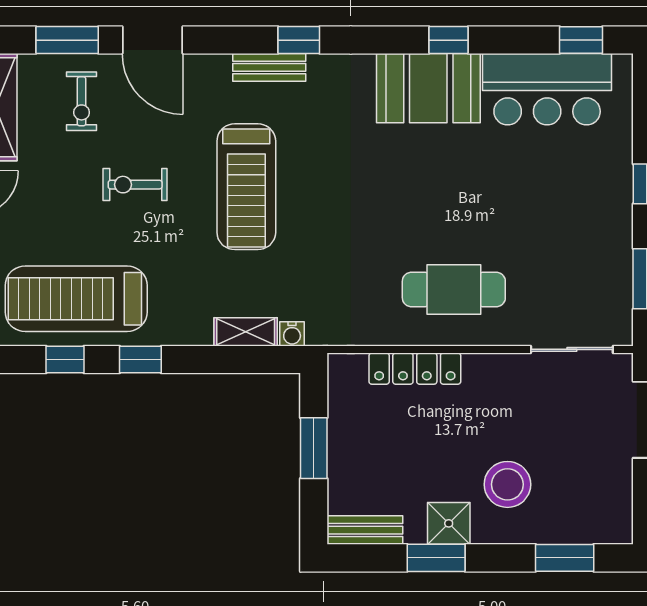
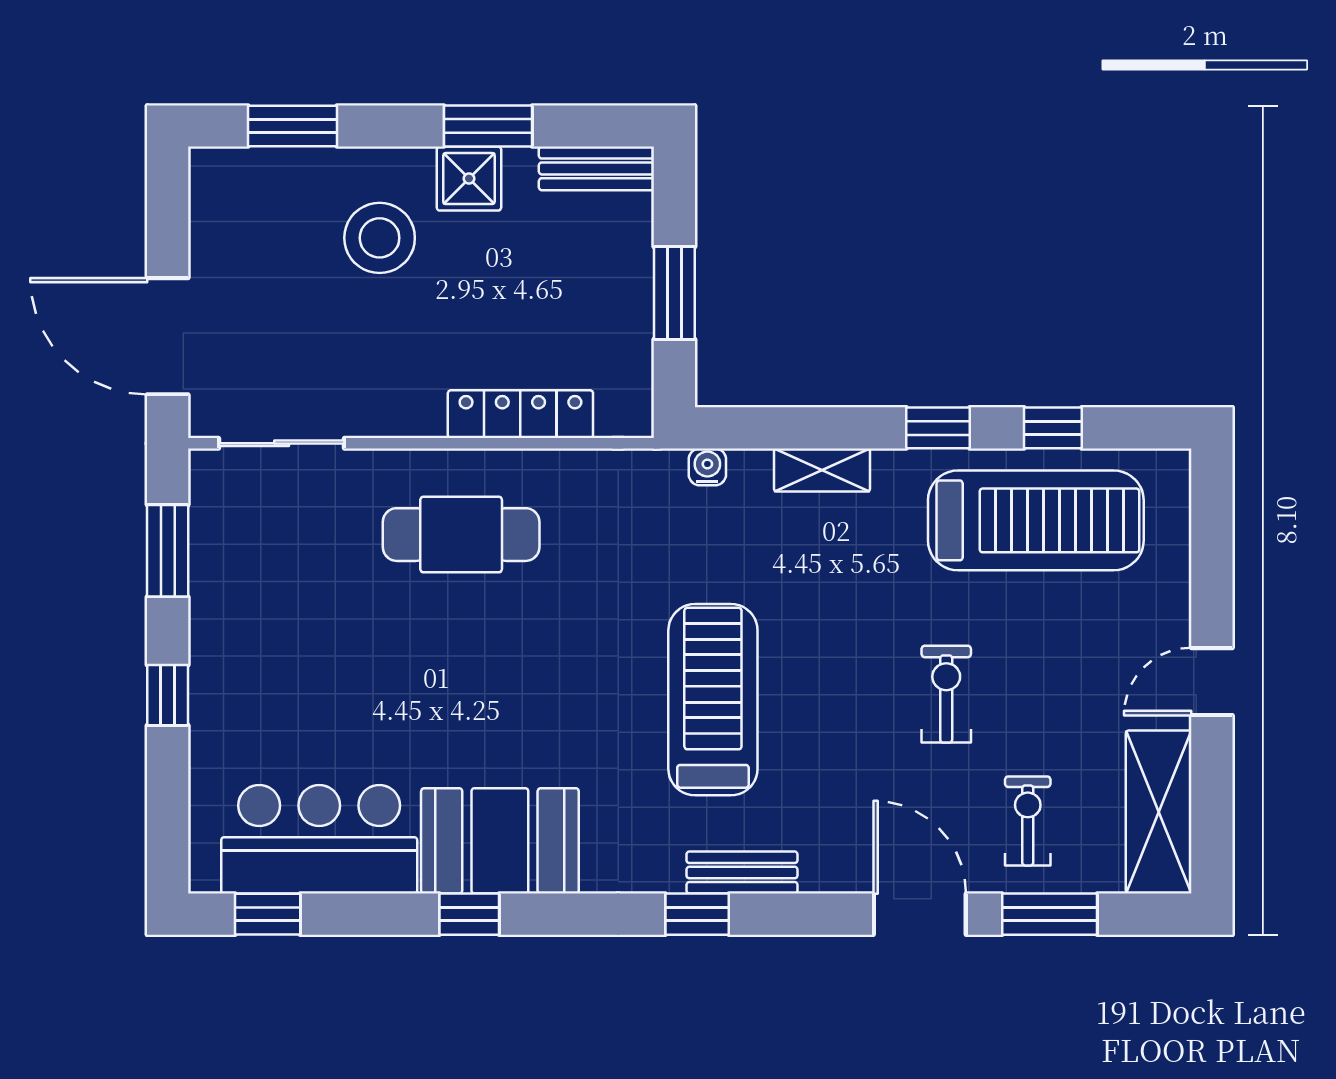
exercise bike: (135, 185) -> (946, 694), turned -90
treadmill: (246, 187) -> (713, 700), moved
shelving: (246, 332) -> (822, 470), moved

